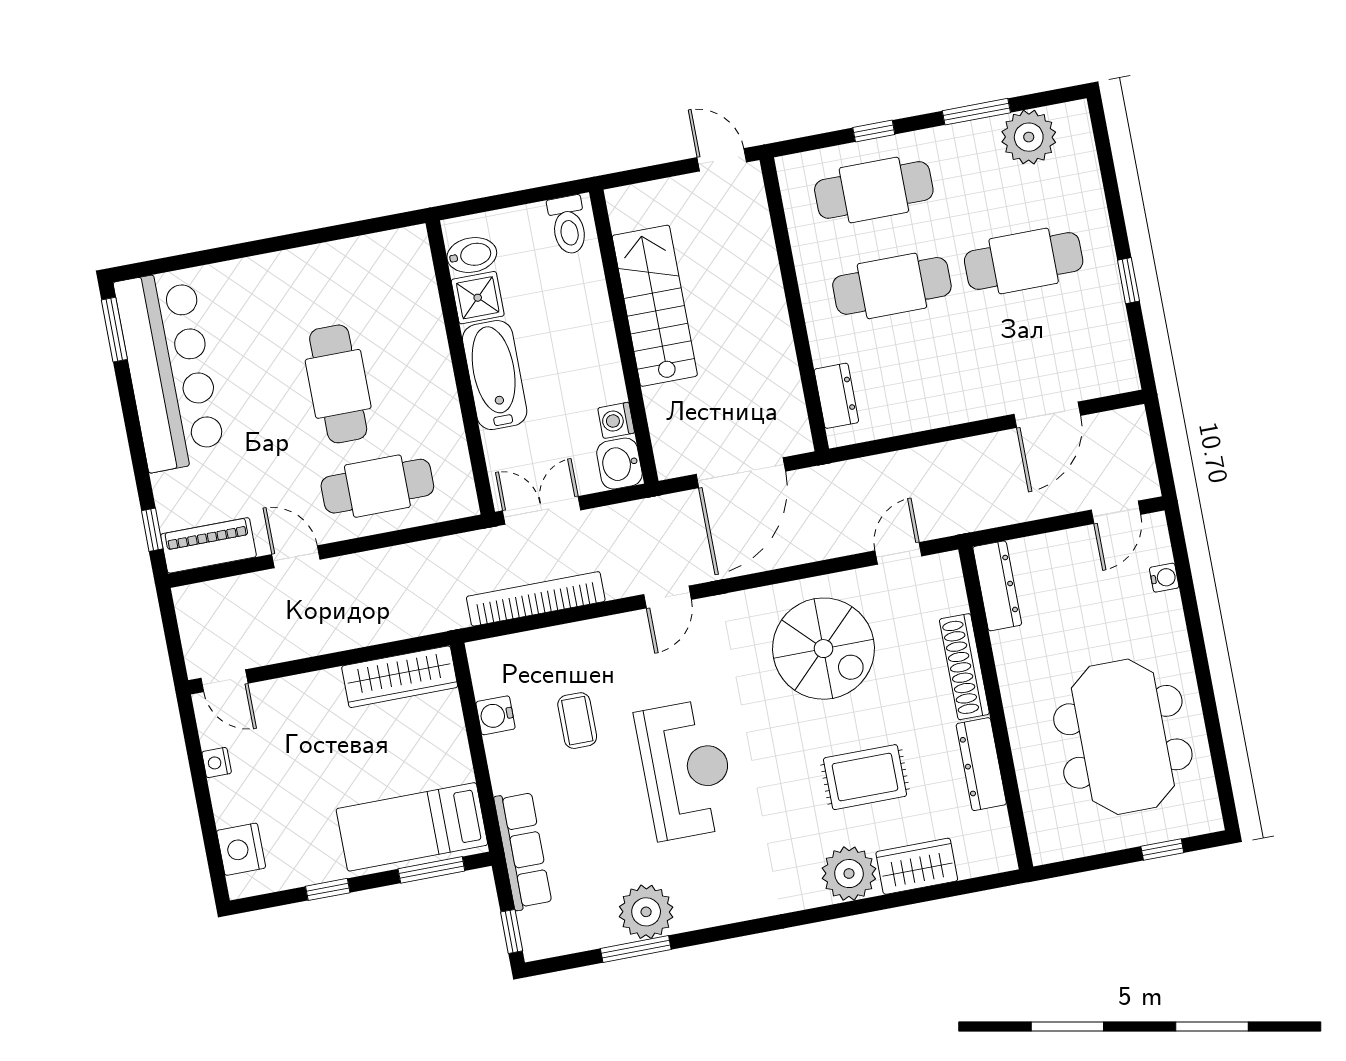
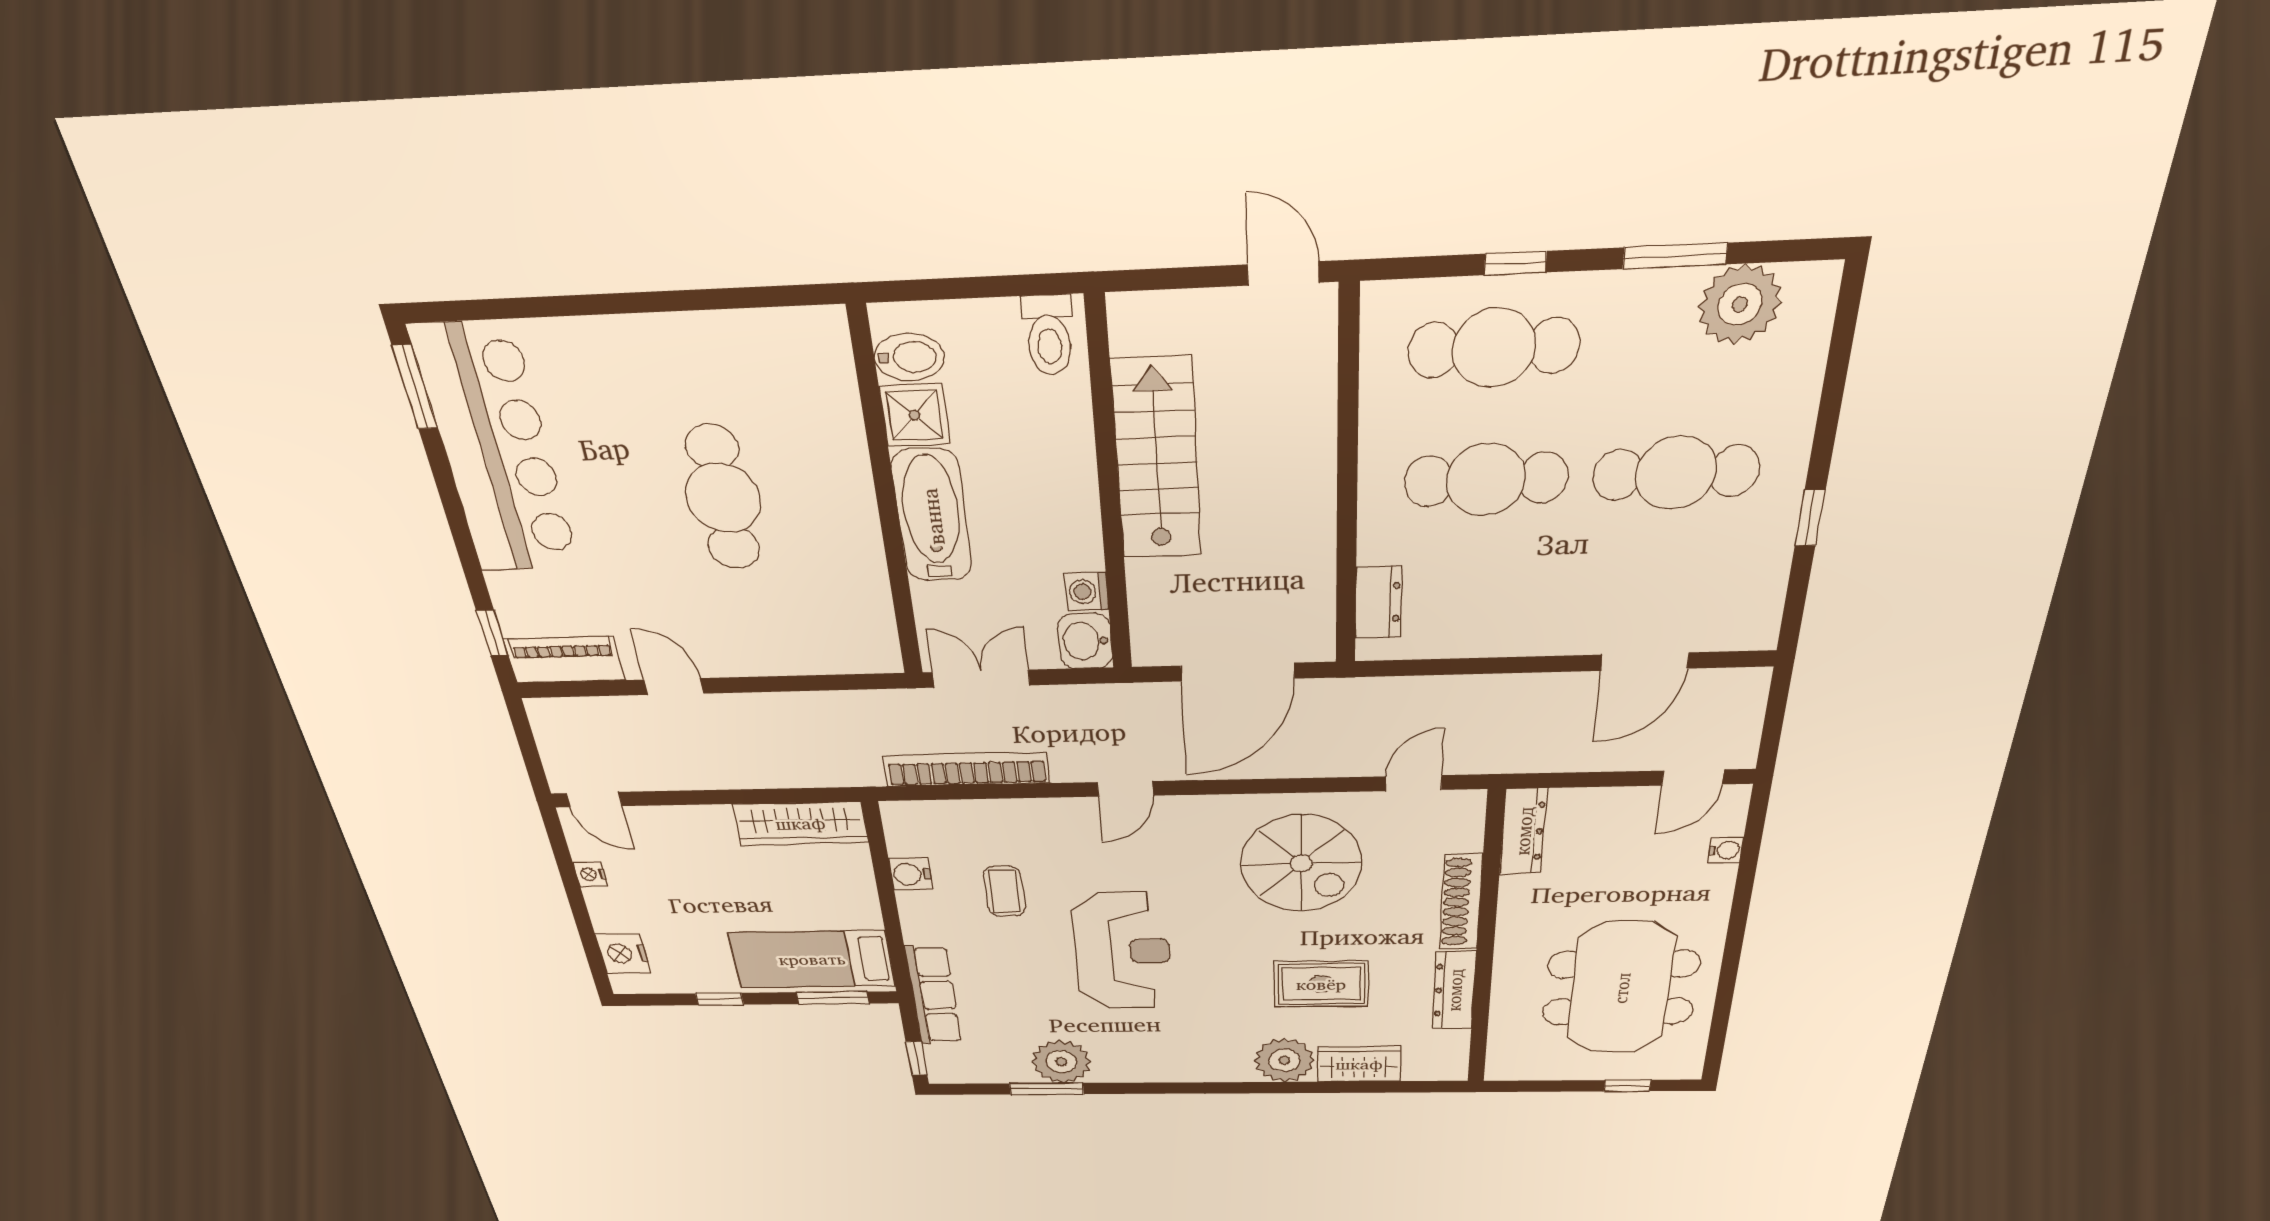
cafe table: (377, 486) -> (775, 624), removed

